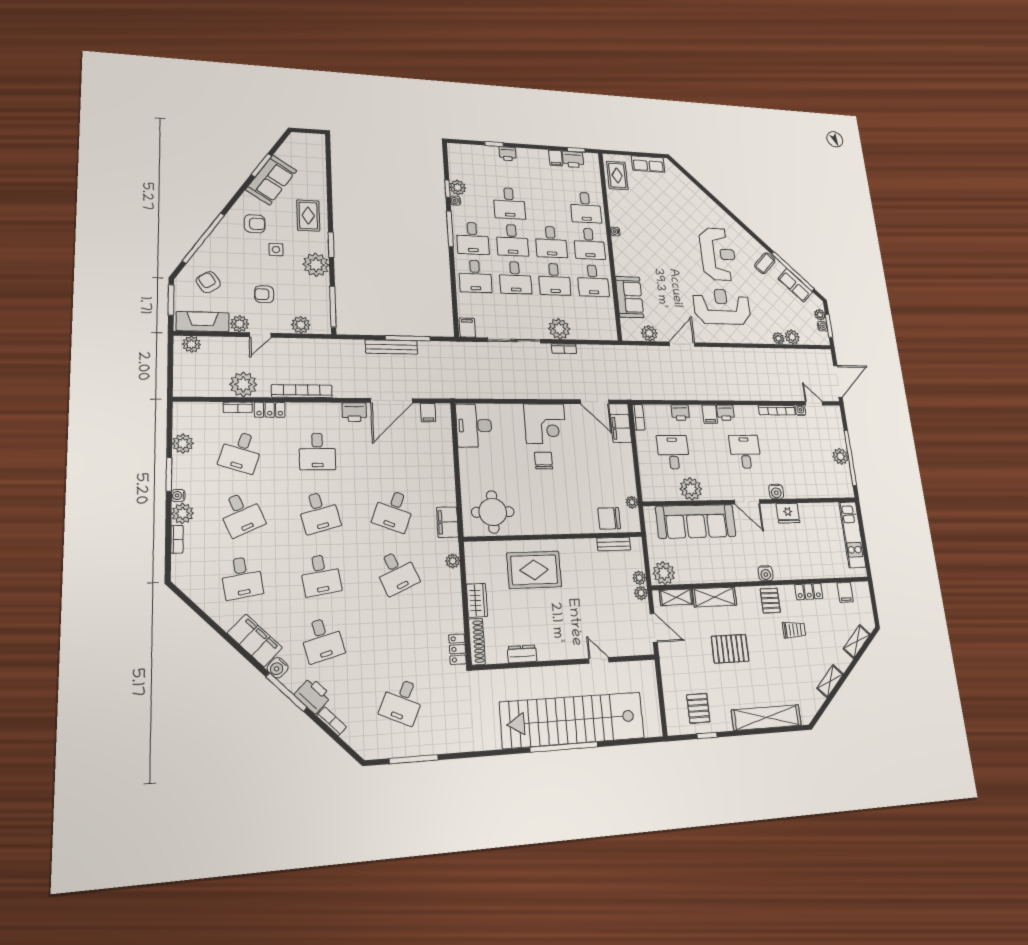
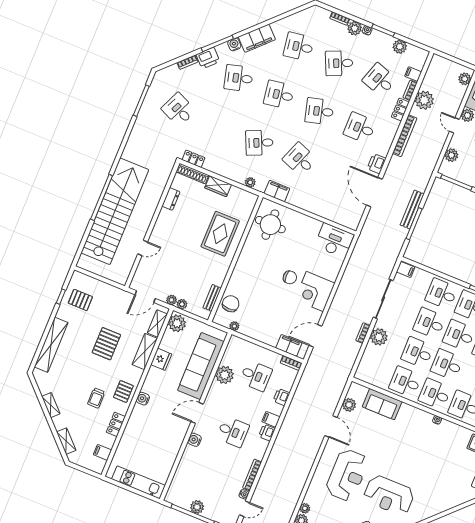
filing cabinet: (428, 412) -> (413, 74), moved
fridge: (788, 513) -> (161, 359), moved, turned 180
pallet: (770, 601) -> (123, 391), turned 90

